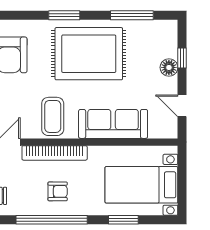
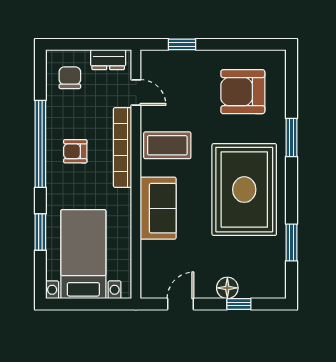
window: (64, 15) -> (291, 137), moved
window: (132, 15) -> (291, 243), width x0.69
sofa: (113, 124) -> (158, 208), width x0.73
armchair: (58, 191) -> (75, 151), turned 90

